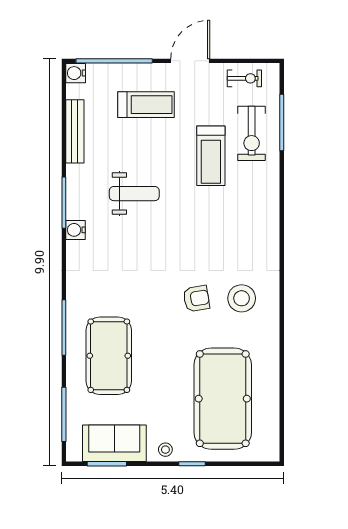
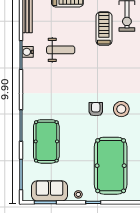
treadmill: (211, 156) -> (104, 29), turned 180
water cooler: (76, 230) -> (28, 52), moved
armchair: (196, 299) -> (96, 109), turned -81

